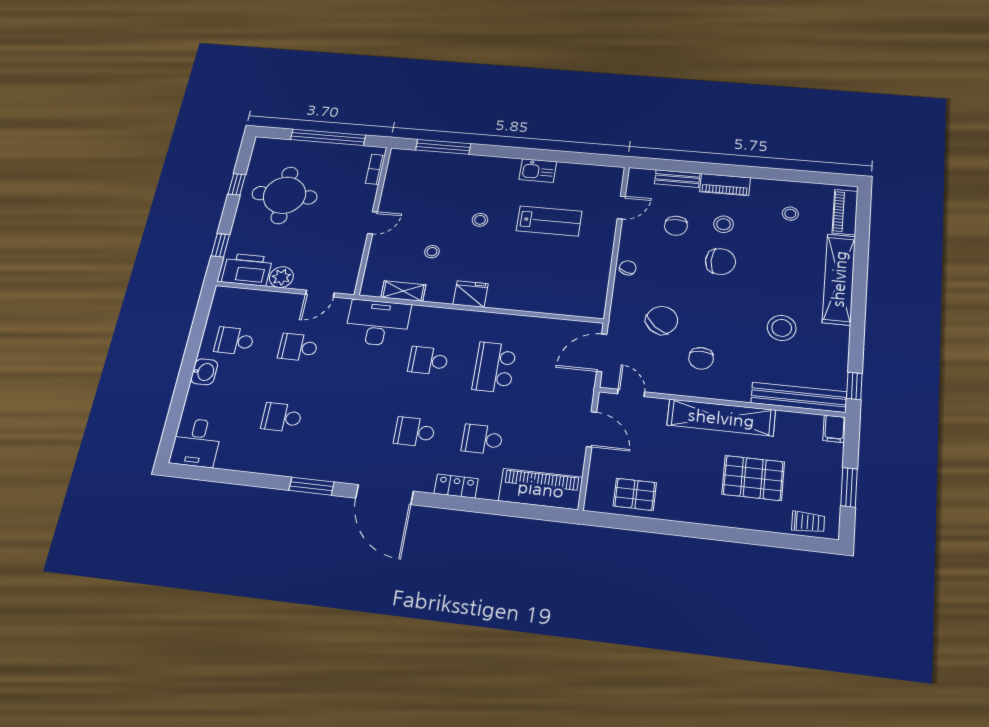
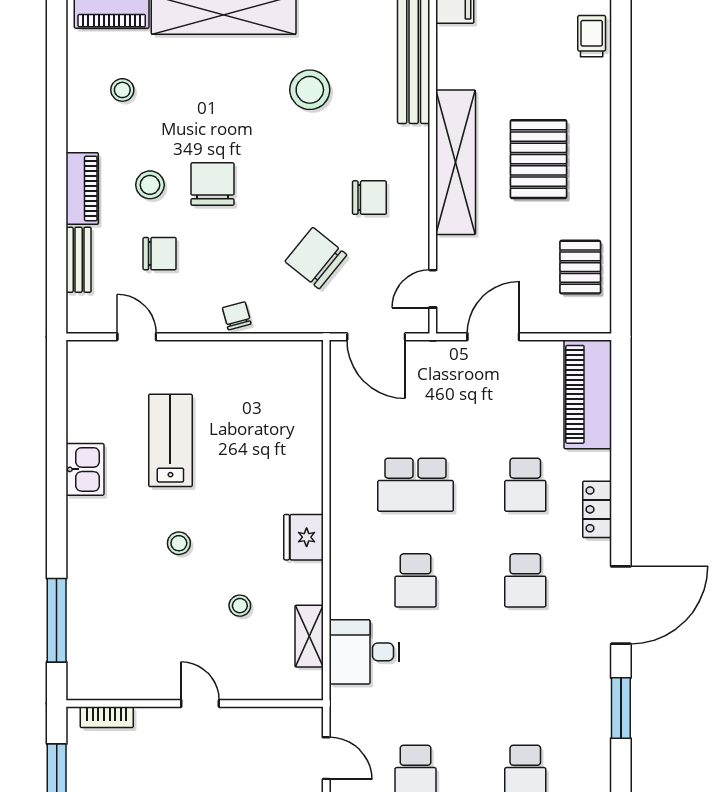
chair: (628, 268) -> (237, 316), turned 55
desk: (378, 323) -> (364, 652), width x0.73
pallet: (753, 478) -> (538, 159), moved

